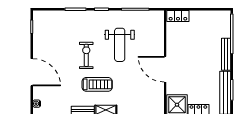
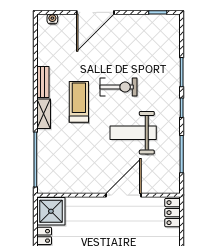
door: (165, 69) -> (124, 195), moved
treadmill: (97, 84) -> (79, 102), turned 180

